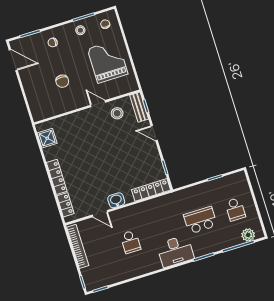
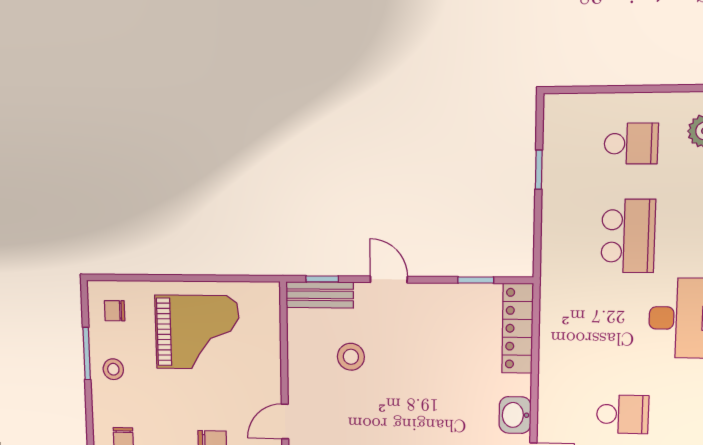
grand piano: (108, 61) -> (197, 332), turned 180
door: (98, 104) -> (285, 421), moved
stool: (117, 113) -> (351, 357), moved
door: (154, 133) -> (389, 279), swing flipped
school desk: (200, 220) -> (628, 236), turned 180

